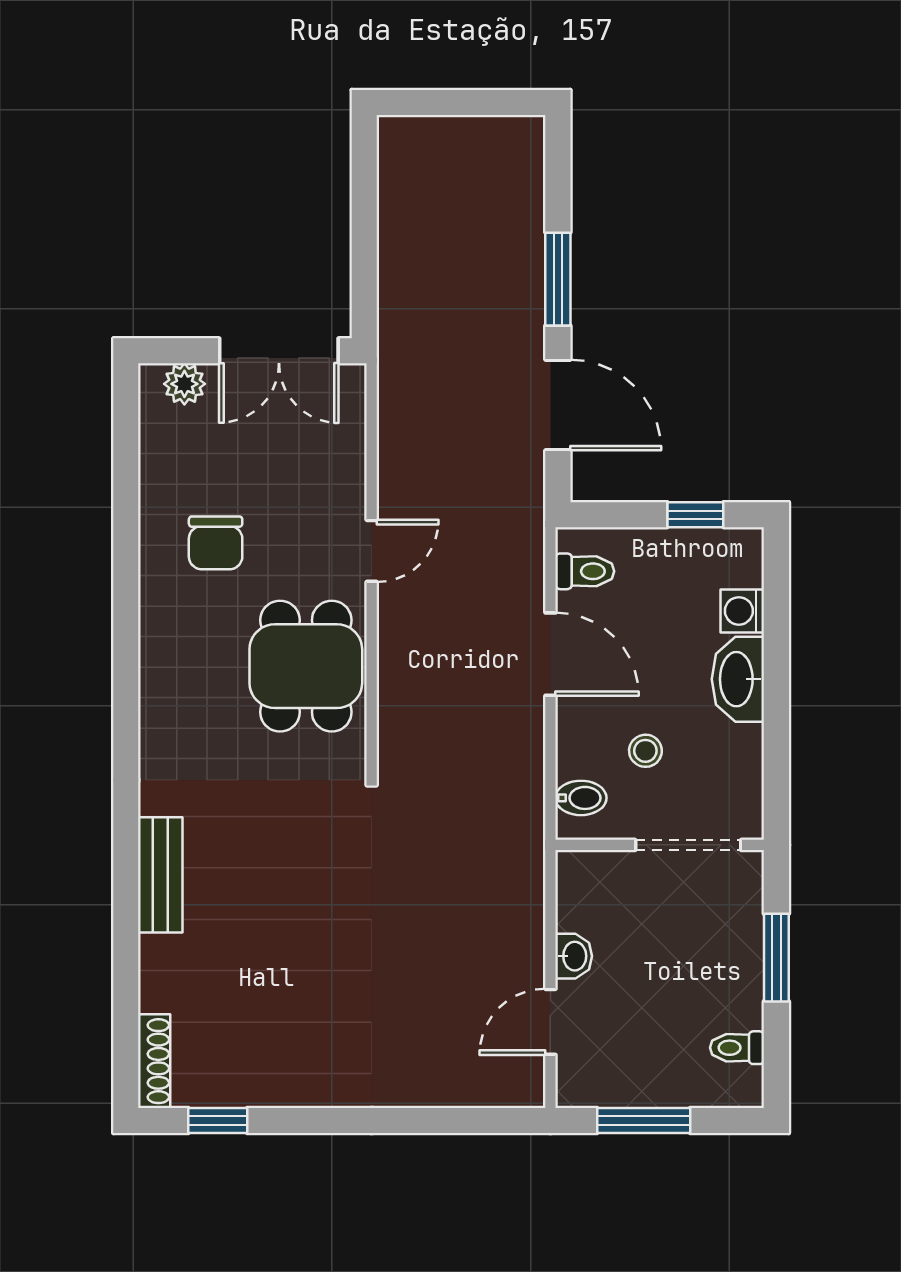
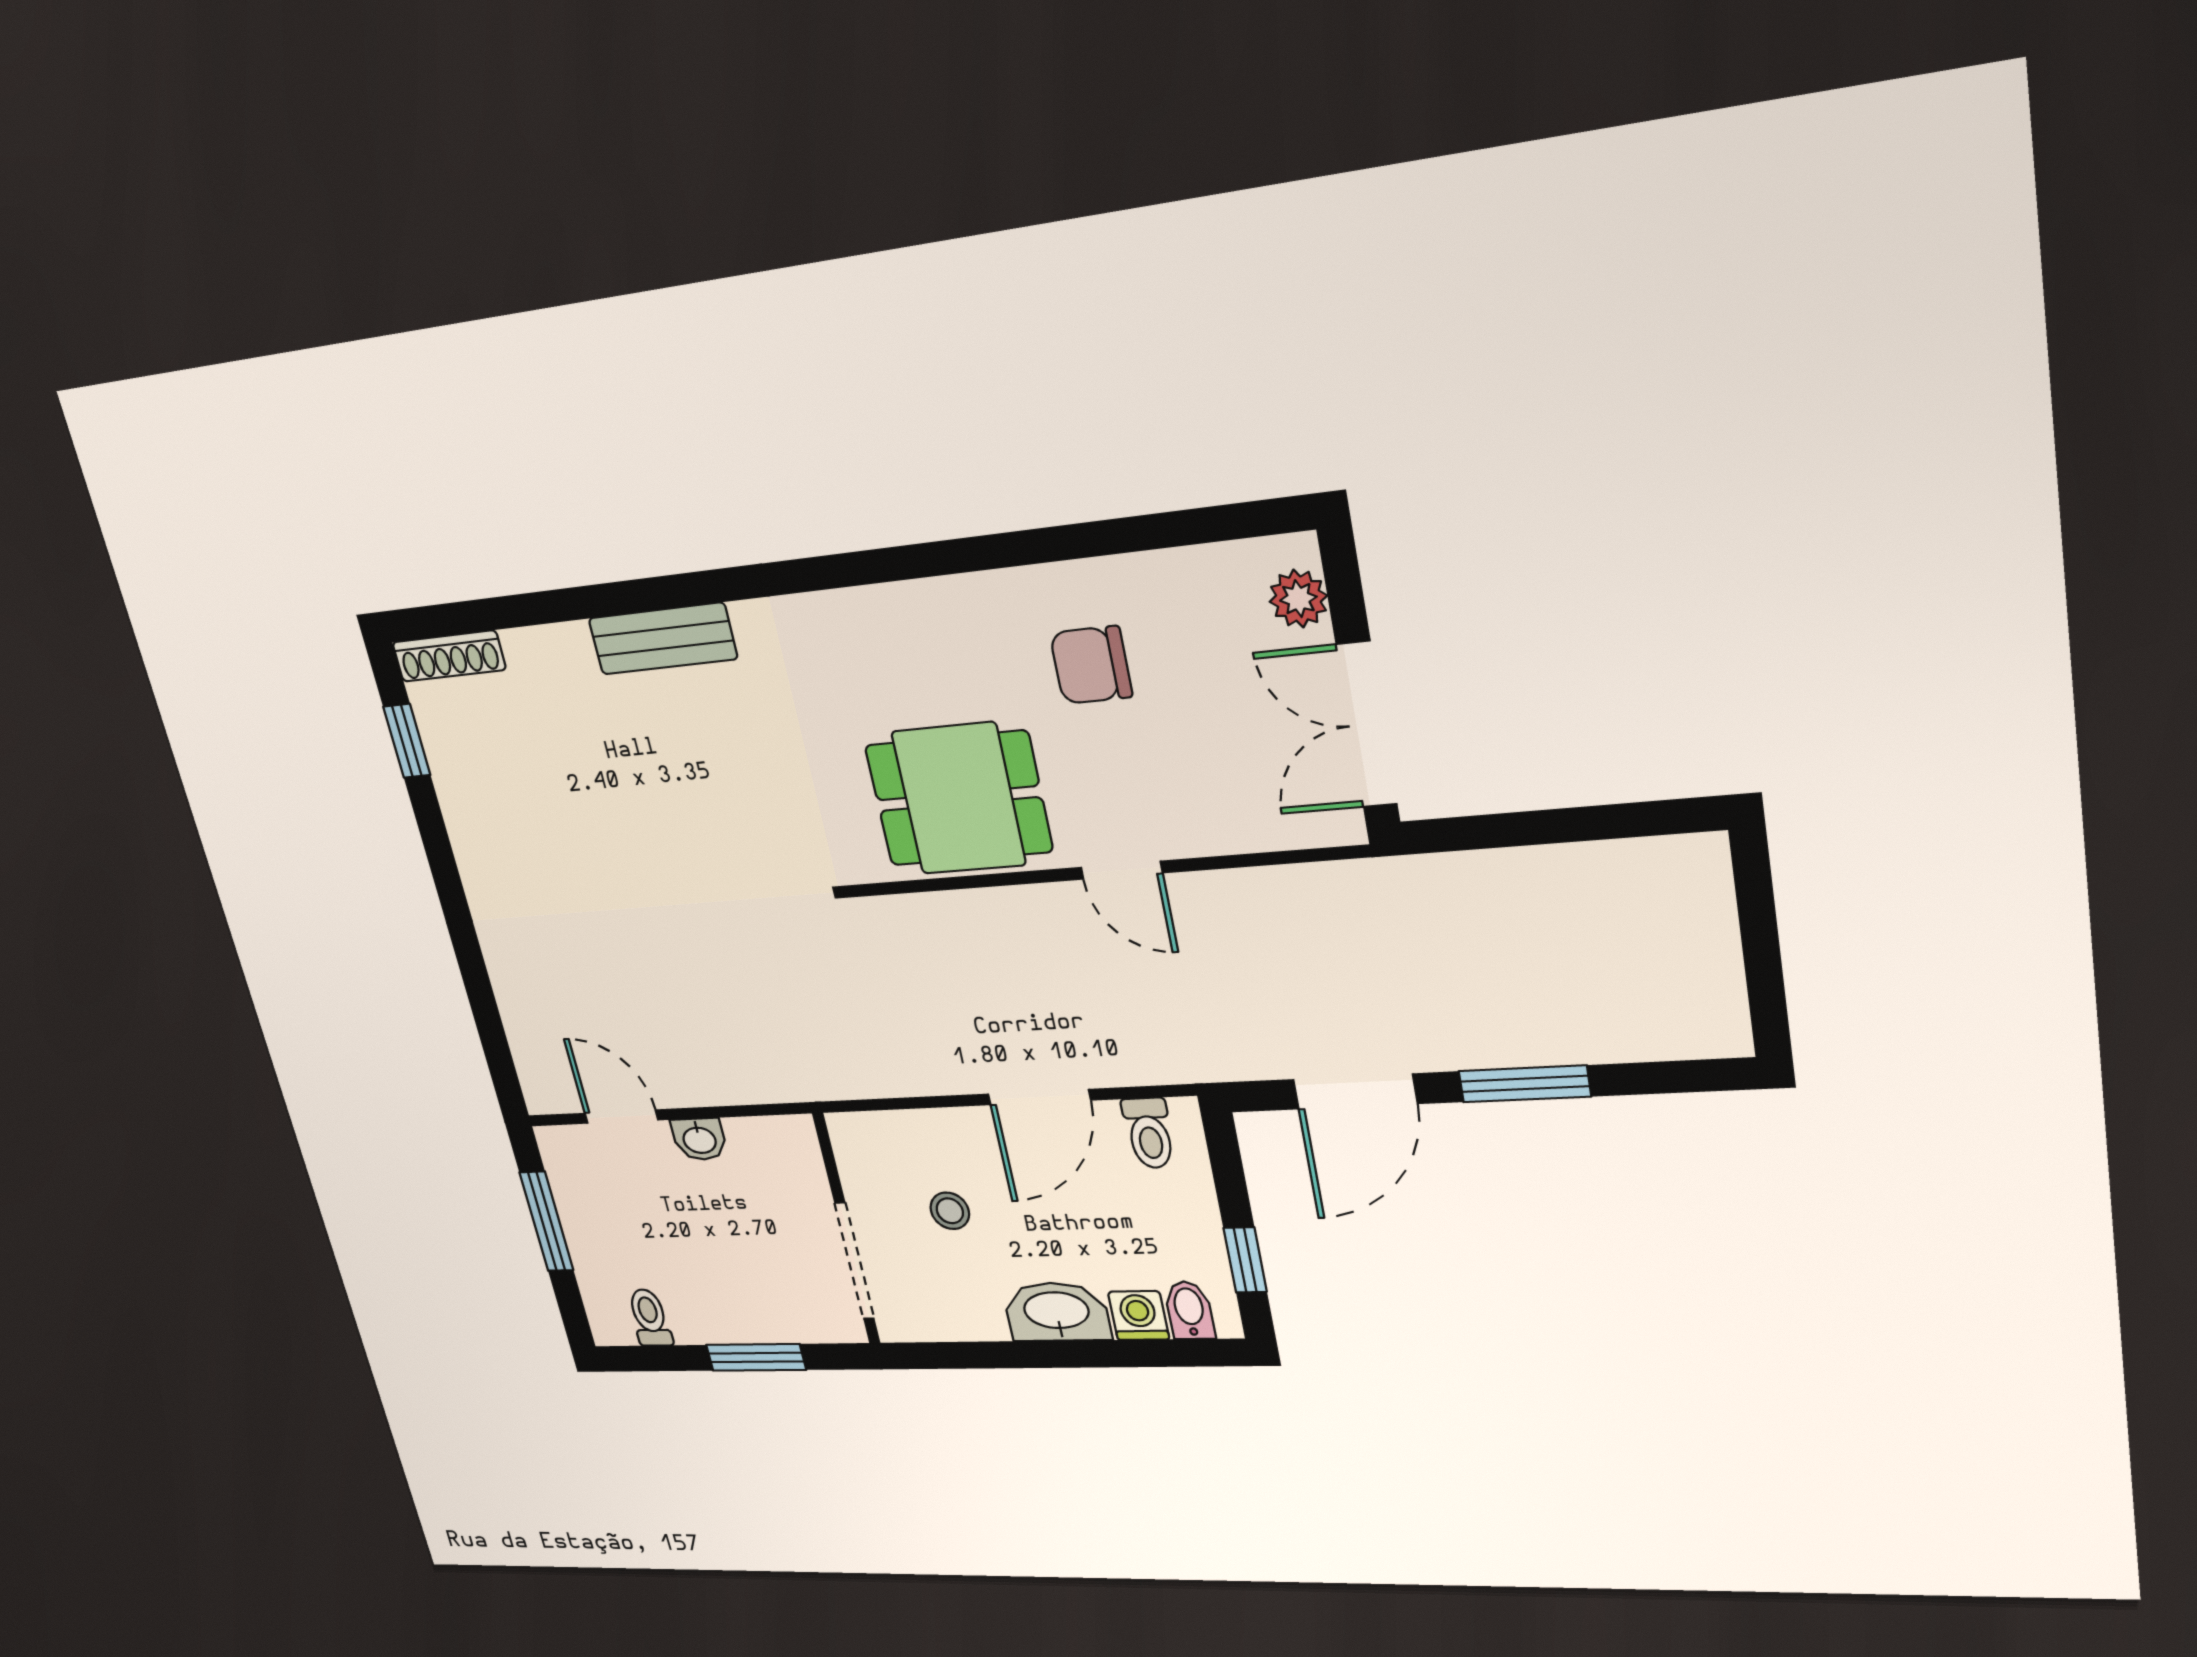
bidet: (581, 798) -> (1189, 1310), moved, turned 180

